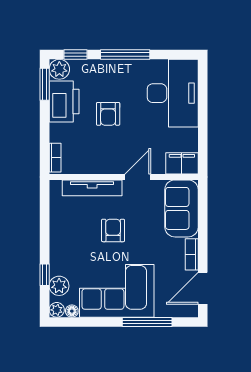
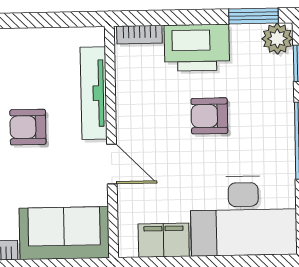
printer: (64, 102) -> (197, 48), moved
filing cabinet: (182, 163) -> (164, 240), moved, turned -90
armchair: (113, 230) -> (28, 127), turned 180

